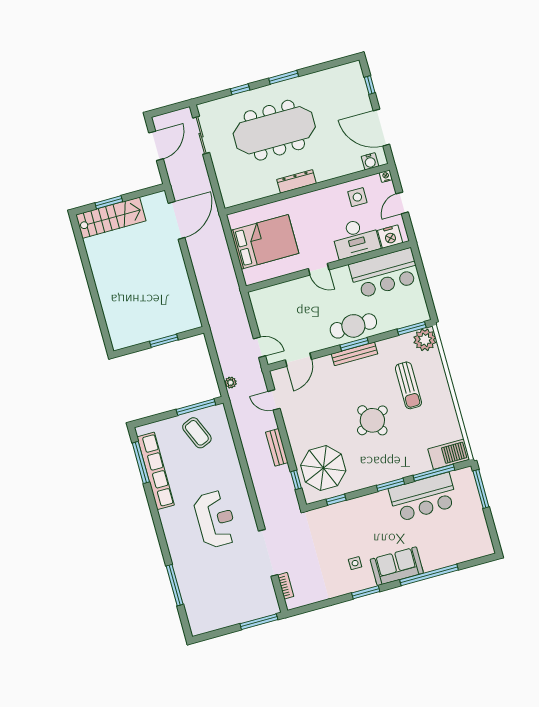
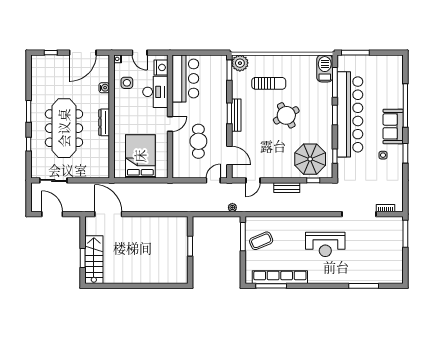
water cooler: (370, 161) -> (104, 88), moved
cafe table: (353, 326) -> (198, 141), moved
bar counter: (423, 497) -> (350, 114), width x1.86
reception desk: (216, 519) -> (325, 244), turned 180

